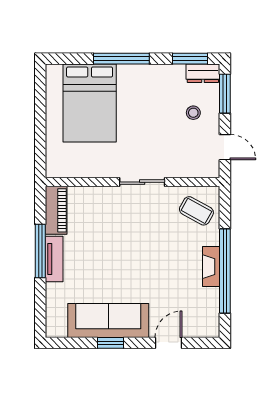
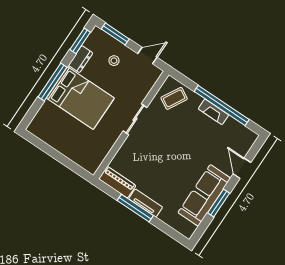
dresser: (203, 73) -> (81, 59), moved
bed: (90, 103) -> (80, 98), moved
window: (111, 343) -> (219, 203), width x1.50

